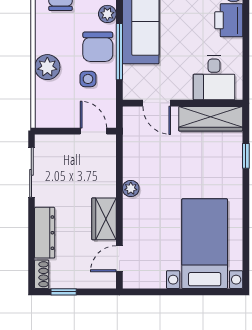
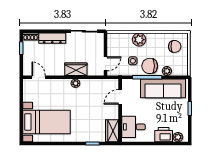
wardrobe: (211, 119) -> (112, 131), width x0.67
wardrobe: (104, 219) -> (76, 69), moved

